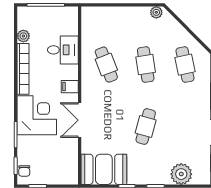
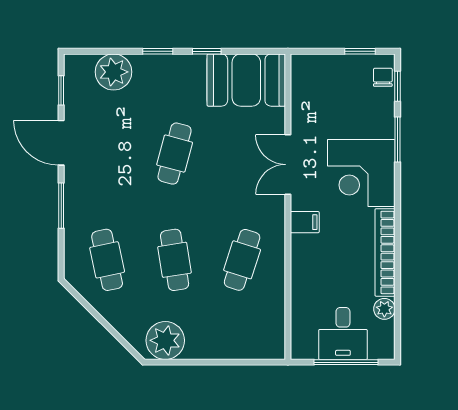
plant: (156, 12) -> (165, 340), width x1.88, depth x1.88
desk: (63, 50) -> (343, 333), moved, turned -90
cafe table: (106, 65) -> (242, 260), turned 39
double door: (80, 120) -> (288, 165), swing flipped

